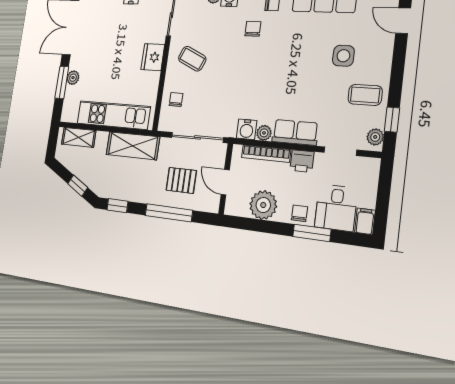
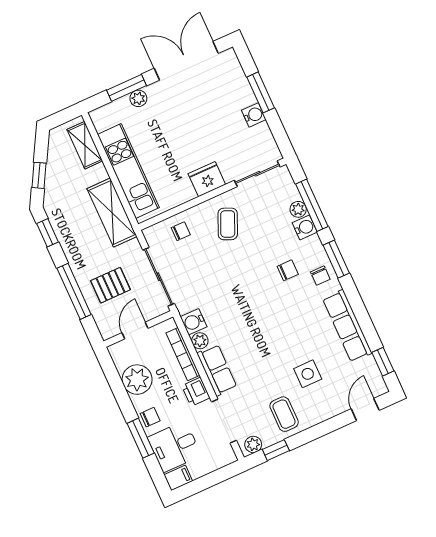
doorway: (340, 151) -> (224, 421), width x1.38
pallet: (181, 180) -> (110, 285), turned 90

